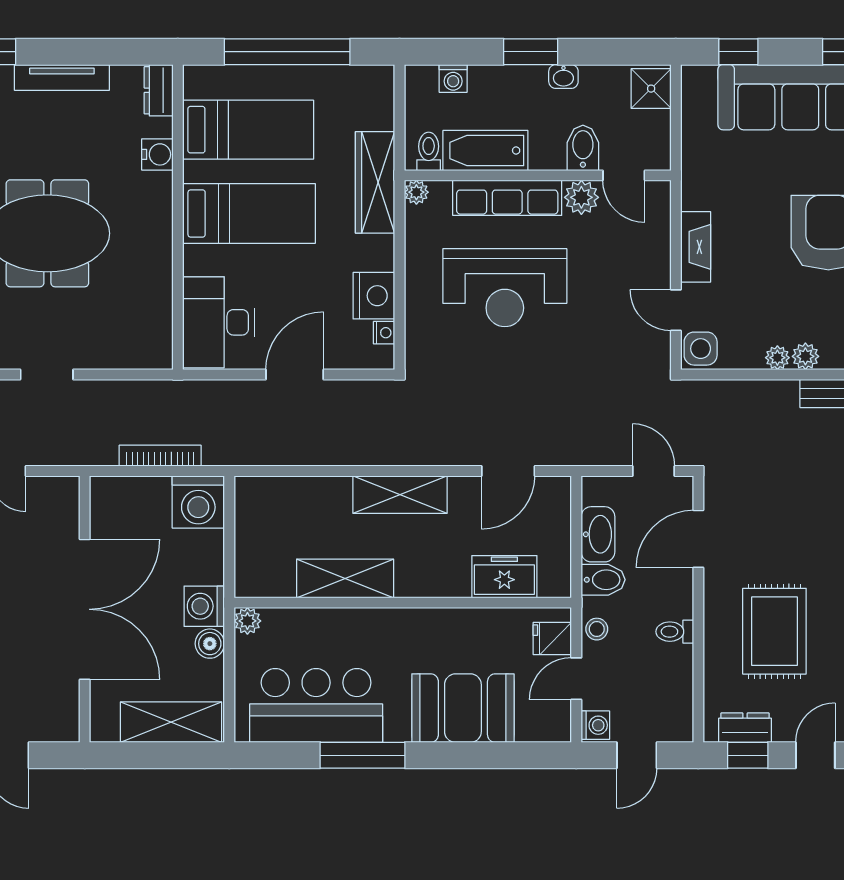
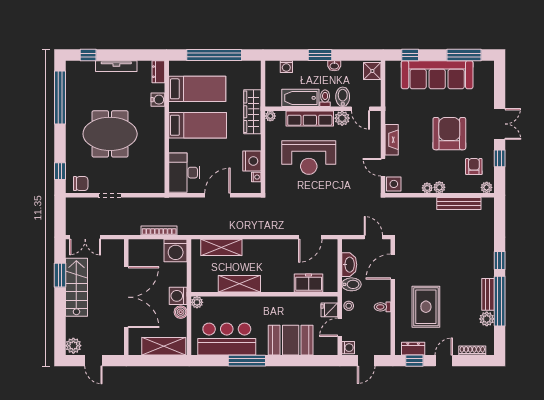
toilet: (429, 151) -> (325, 98), moved
shelving: (400, 495) -> (221, 247), moved

